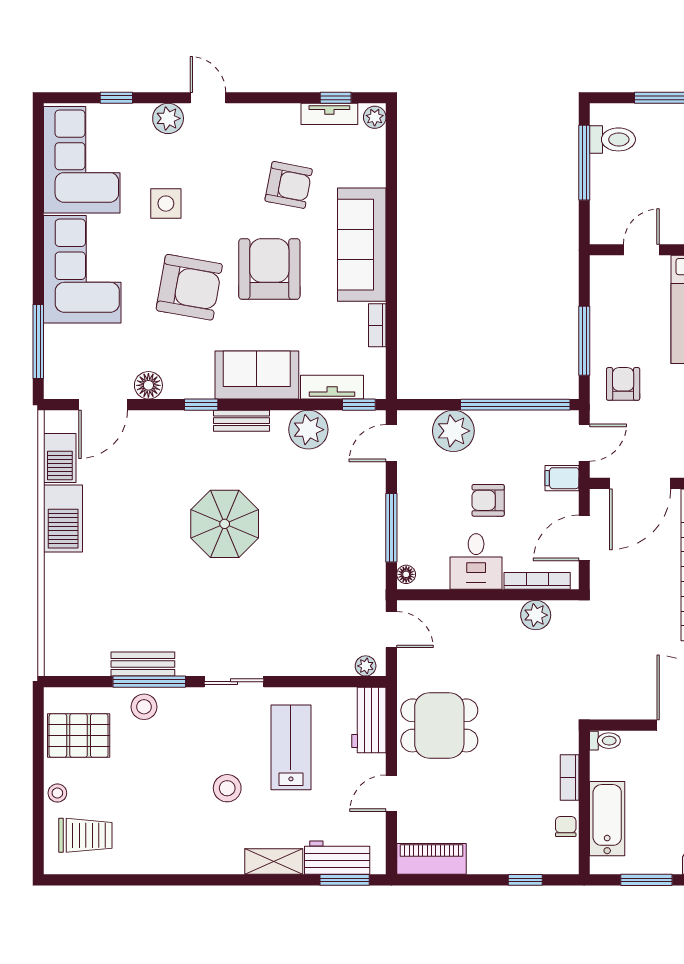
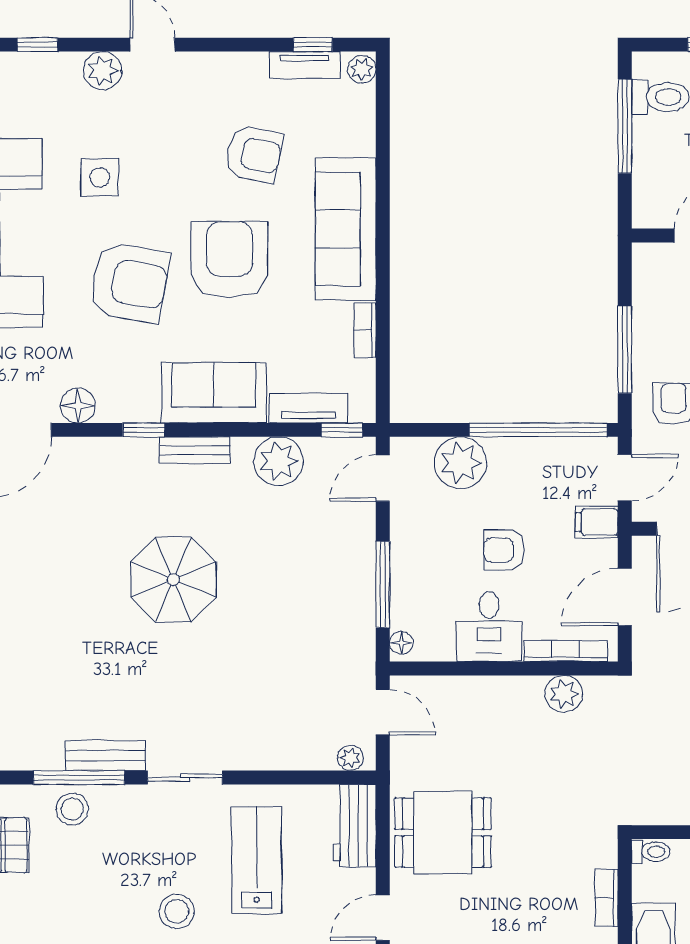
bench: (143, 664) -> (105, 756), moved

